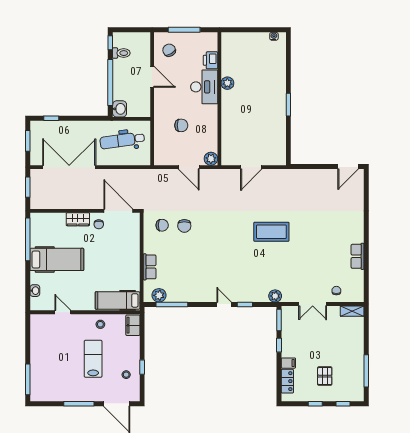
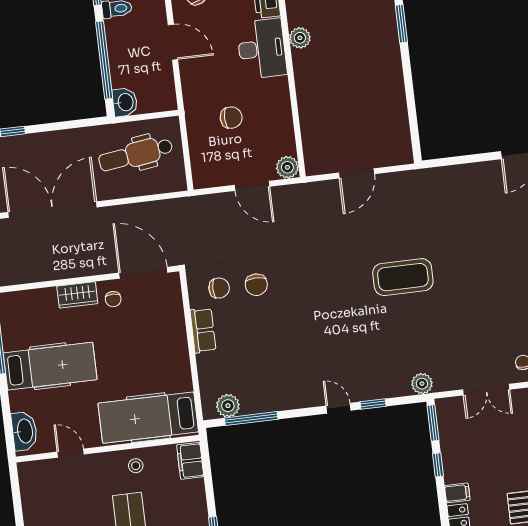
window: (288, 105) -> (401, 24), moved
row of seats: (150, 267) -> (203, 330), moved
washbasin: (35, 291) -> (24, 431), width x1.91, depth x1.45
hospital bed: (118, 300) -> (148, 418), width x1.37, depth x1.29

